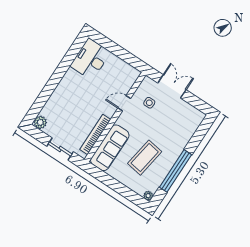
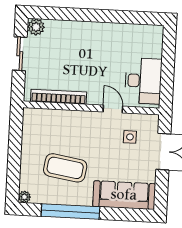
desk: (90, 59) -> (143, 81), moved, turned 90
sofa: (110, 148) -> (124, 195), moved, turned 180
sliding door: (60, 149) -> (20, 54), moved

